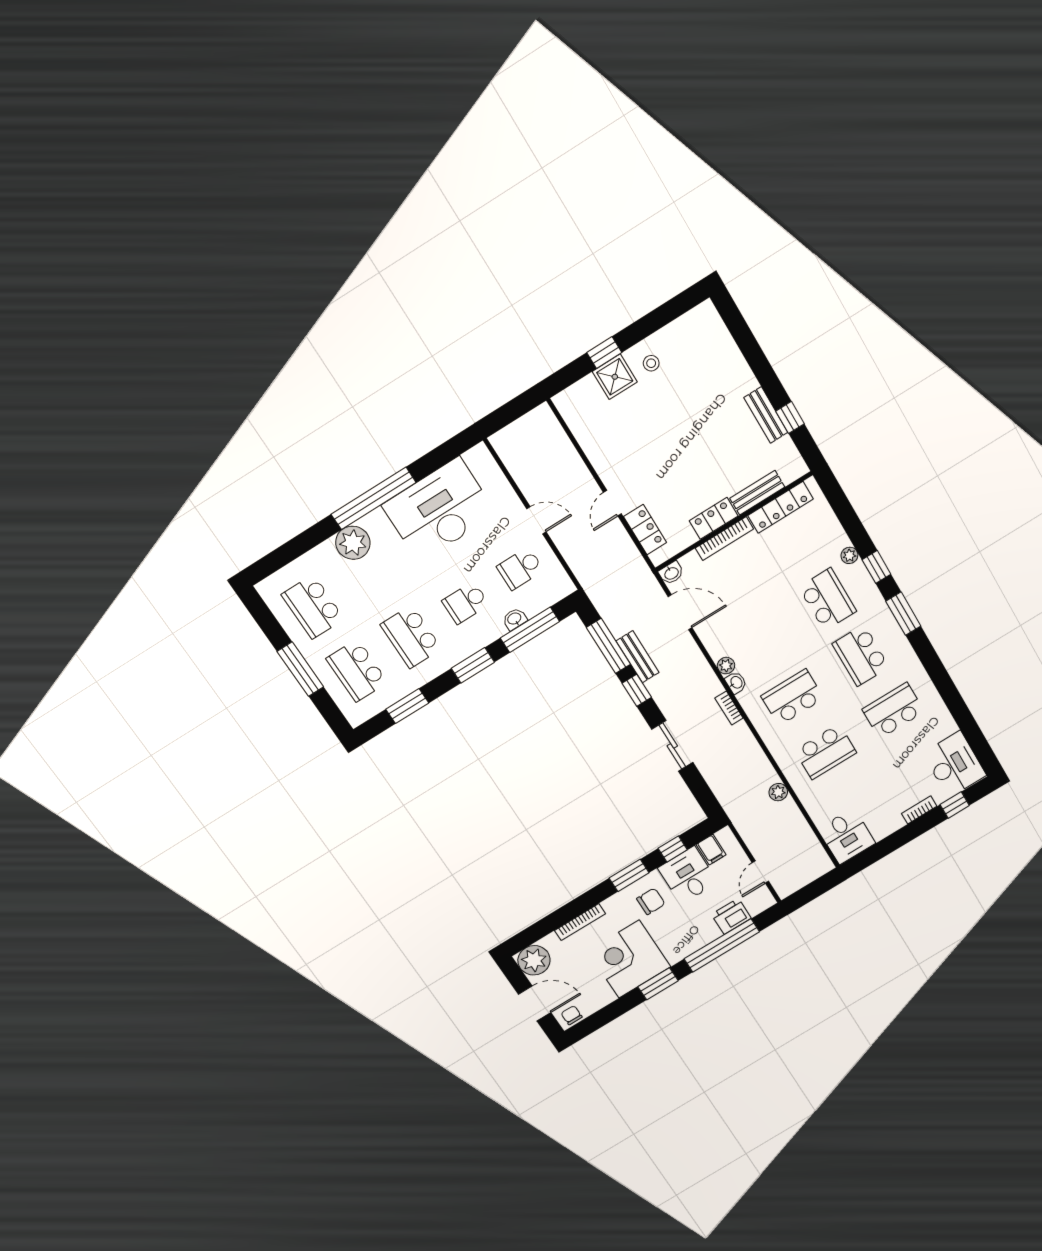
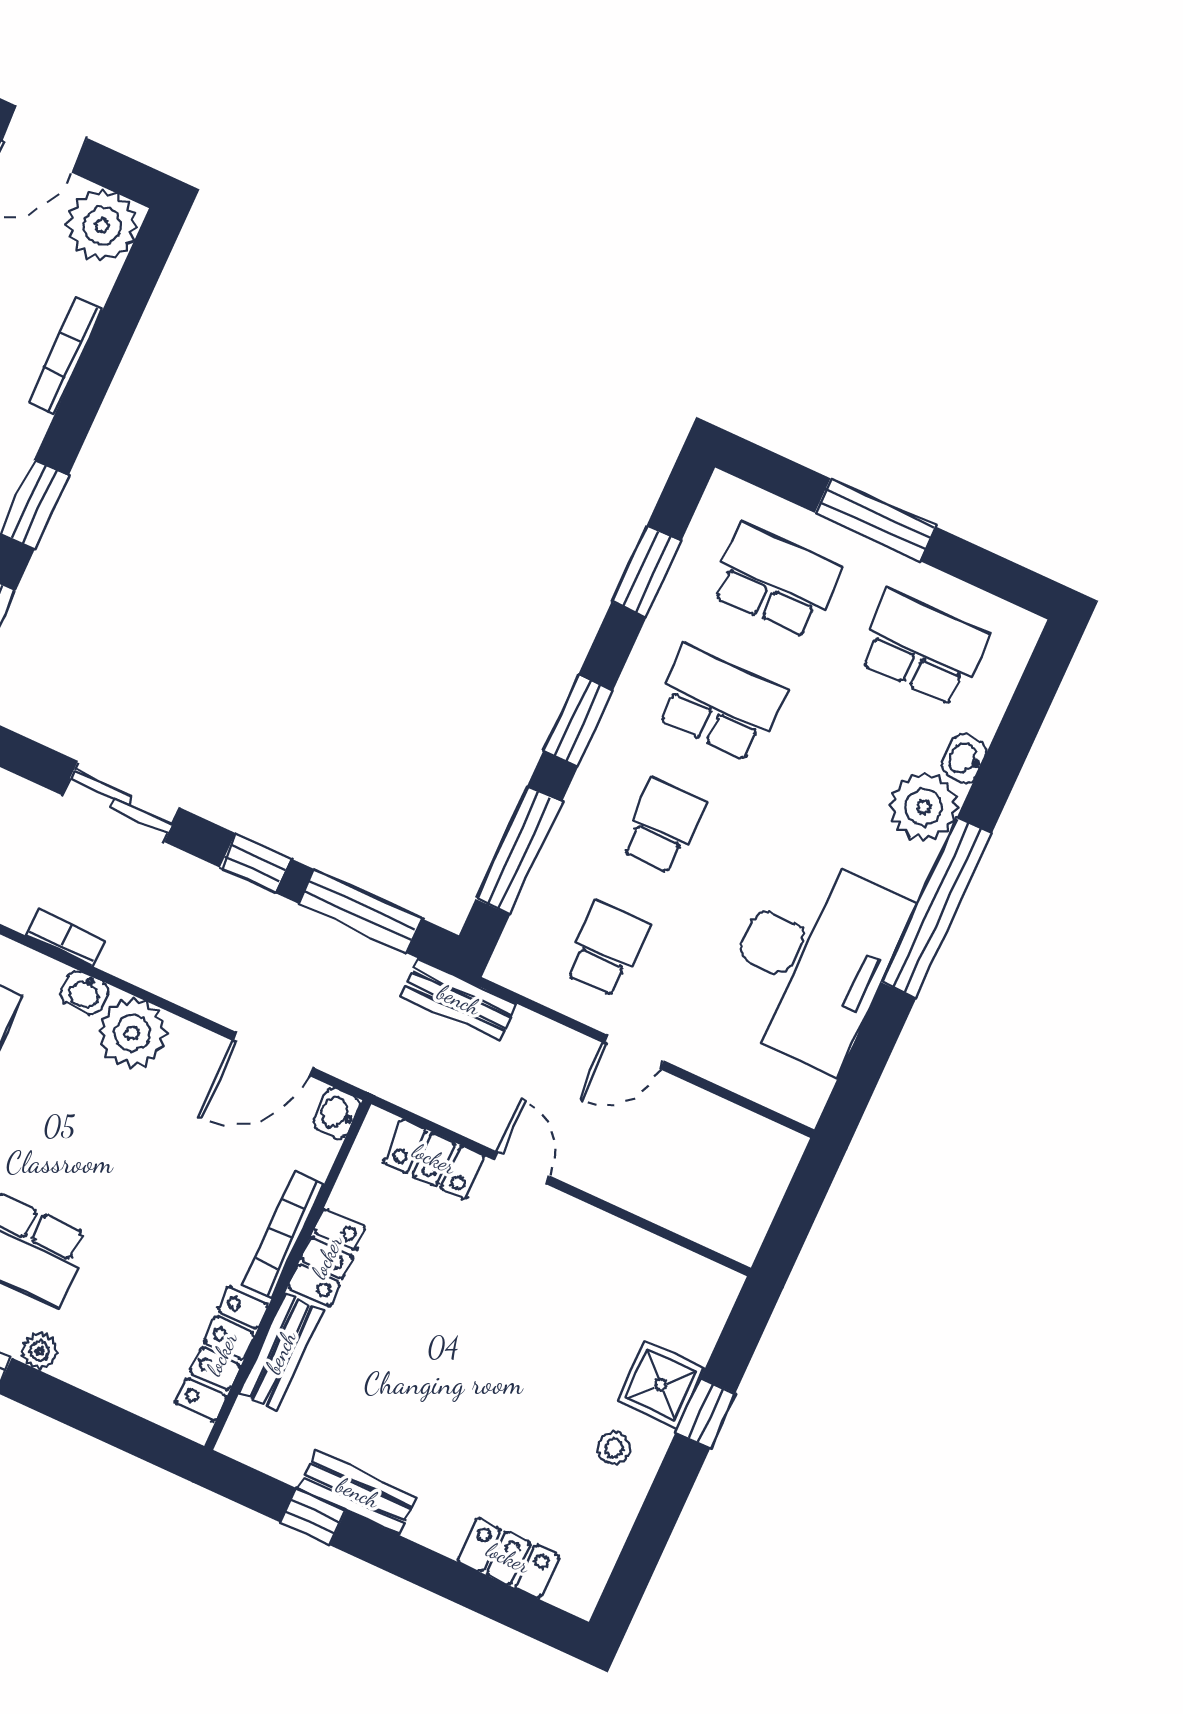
locker: (724, 347) -> (508, 1558), added
washbasin: (515, 619) -> (964, 759), moved, turned 180
bench: (638, 657) -> (459, 1000), moved
plant: (726, 666) -> (132, 1033), width x1.88, depth x1.88

